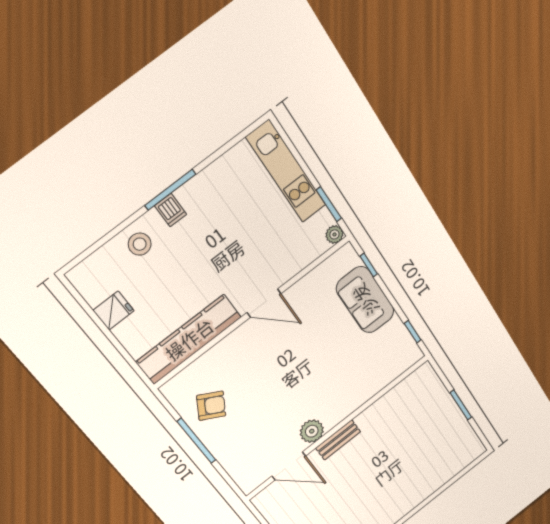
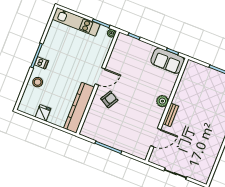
sofa: (365, 300) -> (168, 61), moved
armchair: (211, 406) -> (109, 99), moved
plant: (312, 431) -> (162, 101), moved

